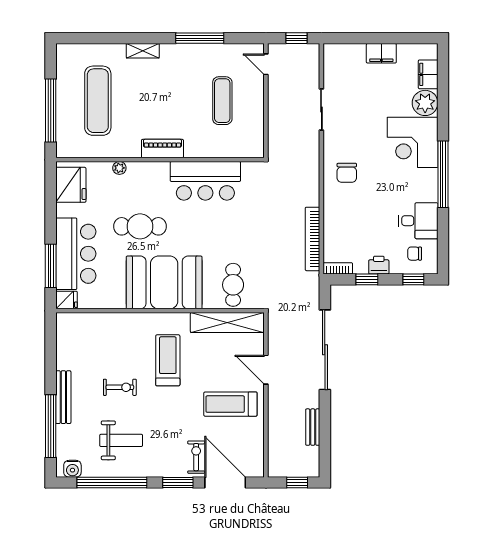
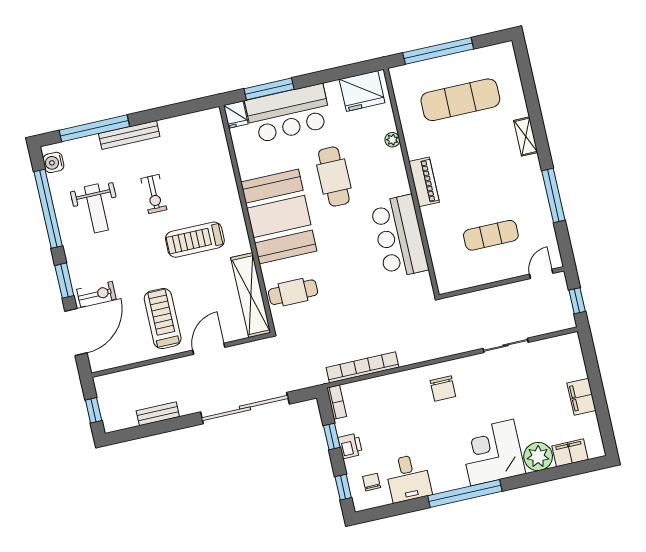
chair: (347, 173) -> (443, 388), turned -90
treadmill: (168, 360) -> (195, 240), turned 180

